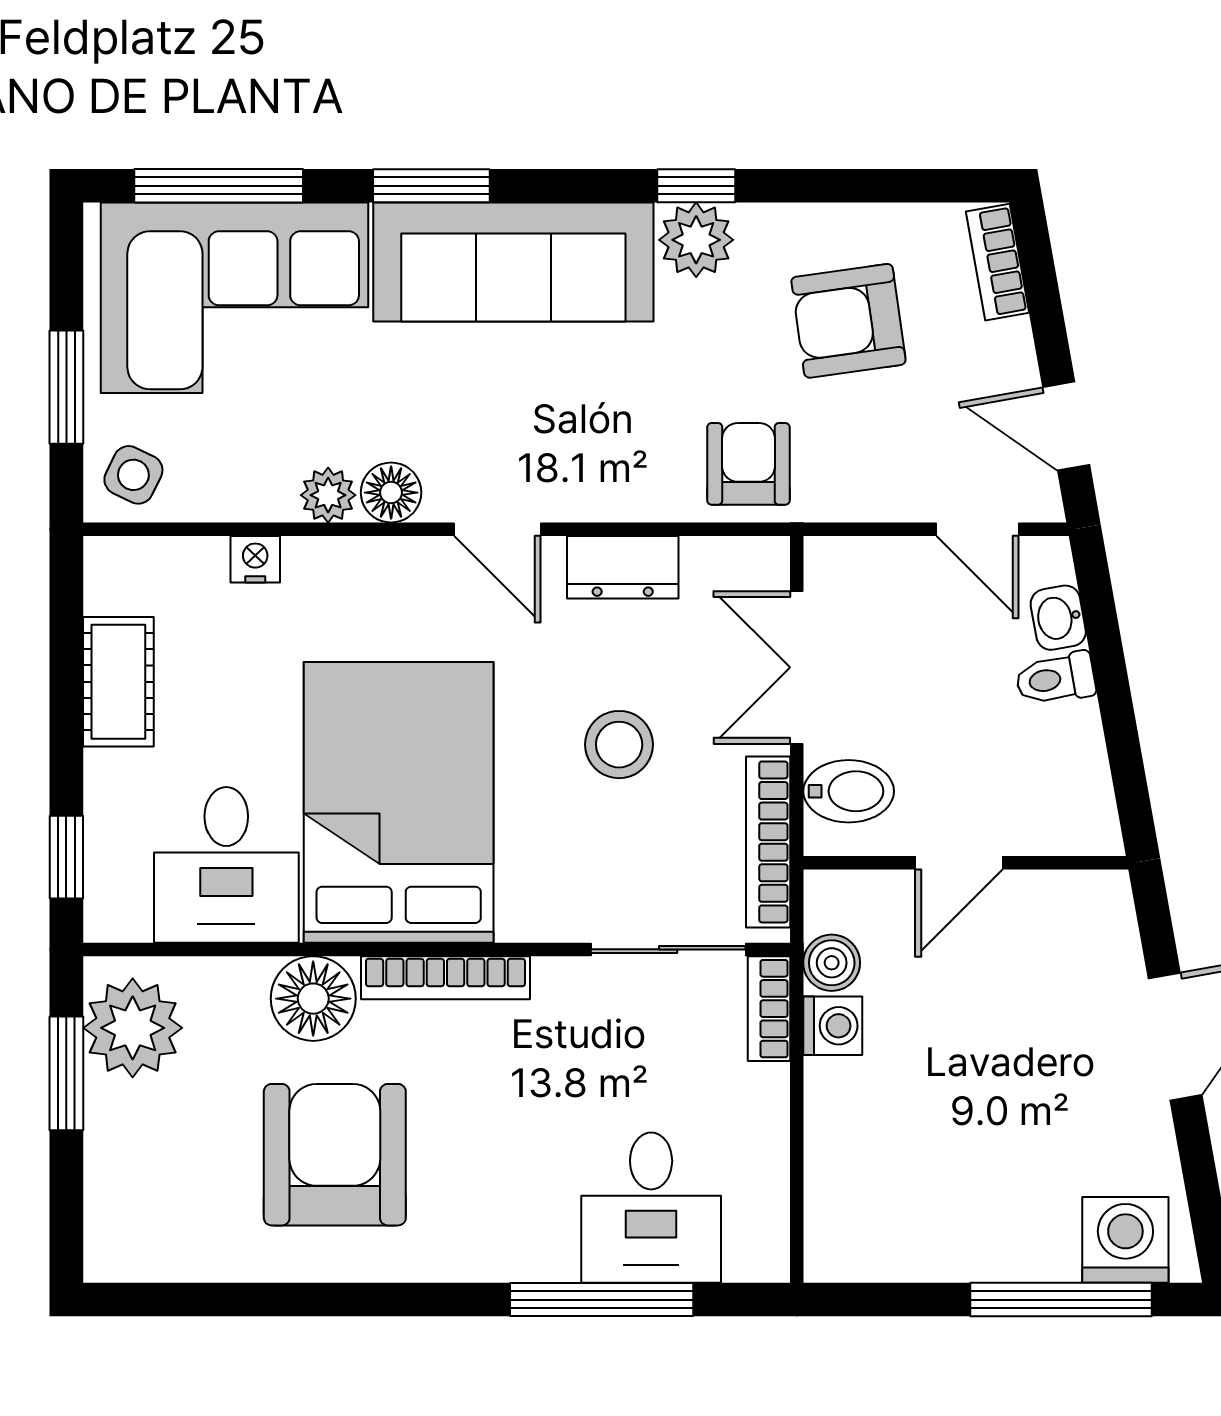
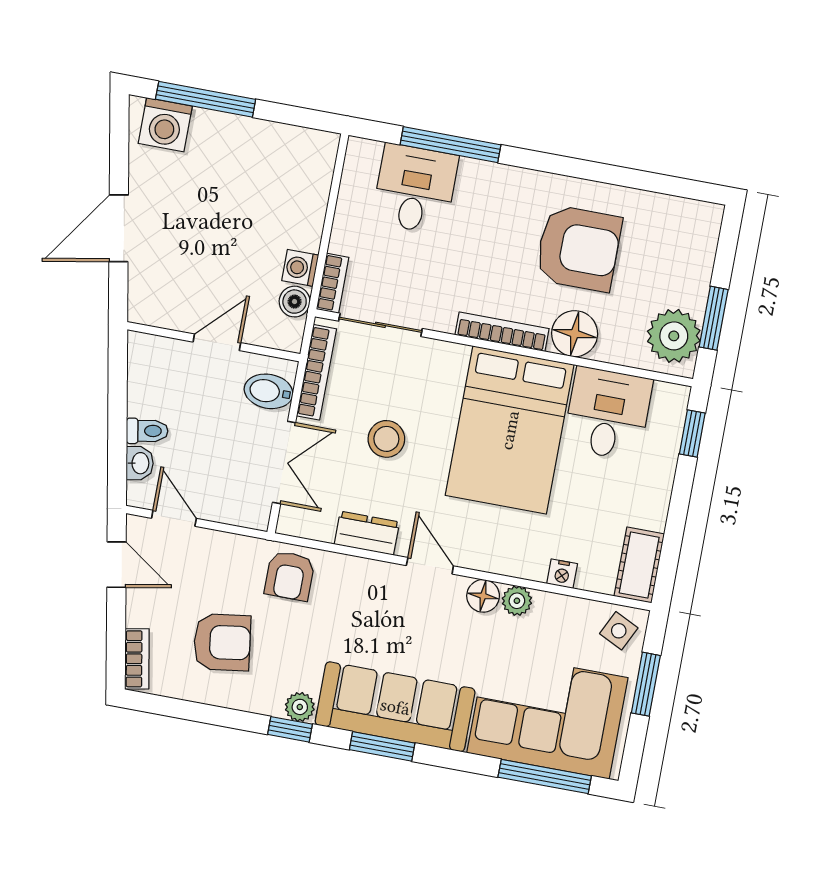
window: (431, 186) -> (382, 746), moved
plant: (696, 240) -> (300, 707), width x0.73, depth x0.73
cot: (118, 682) -> (639, 565), moved
armchair: (335, 1155) -> (579, 248), turned -90

